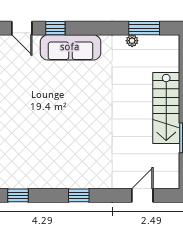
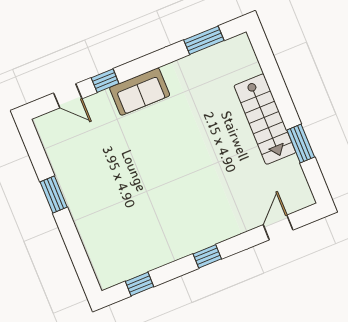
plant: (132, 41) -> (196, 60), removed
sofa: (70, 47) -> (140, 92), width x0.73

